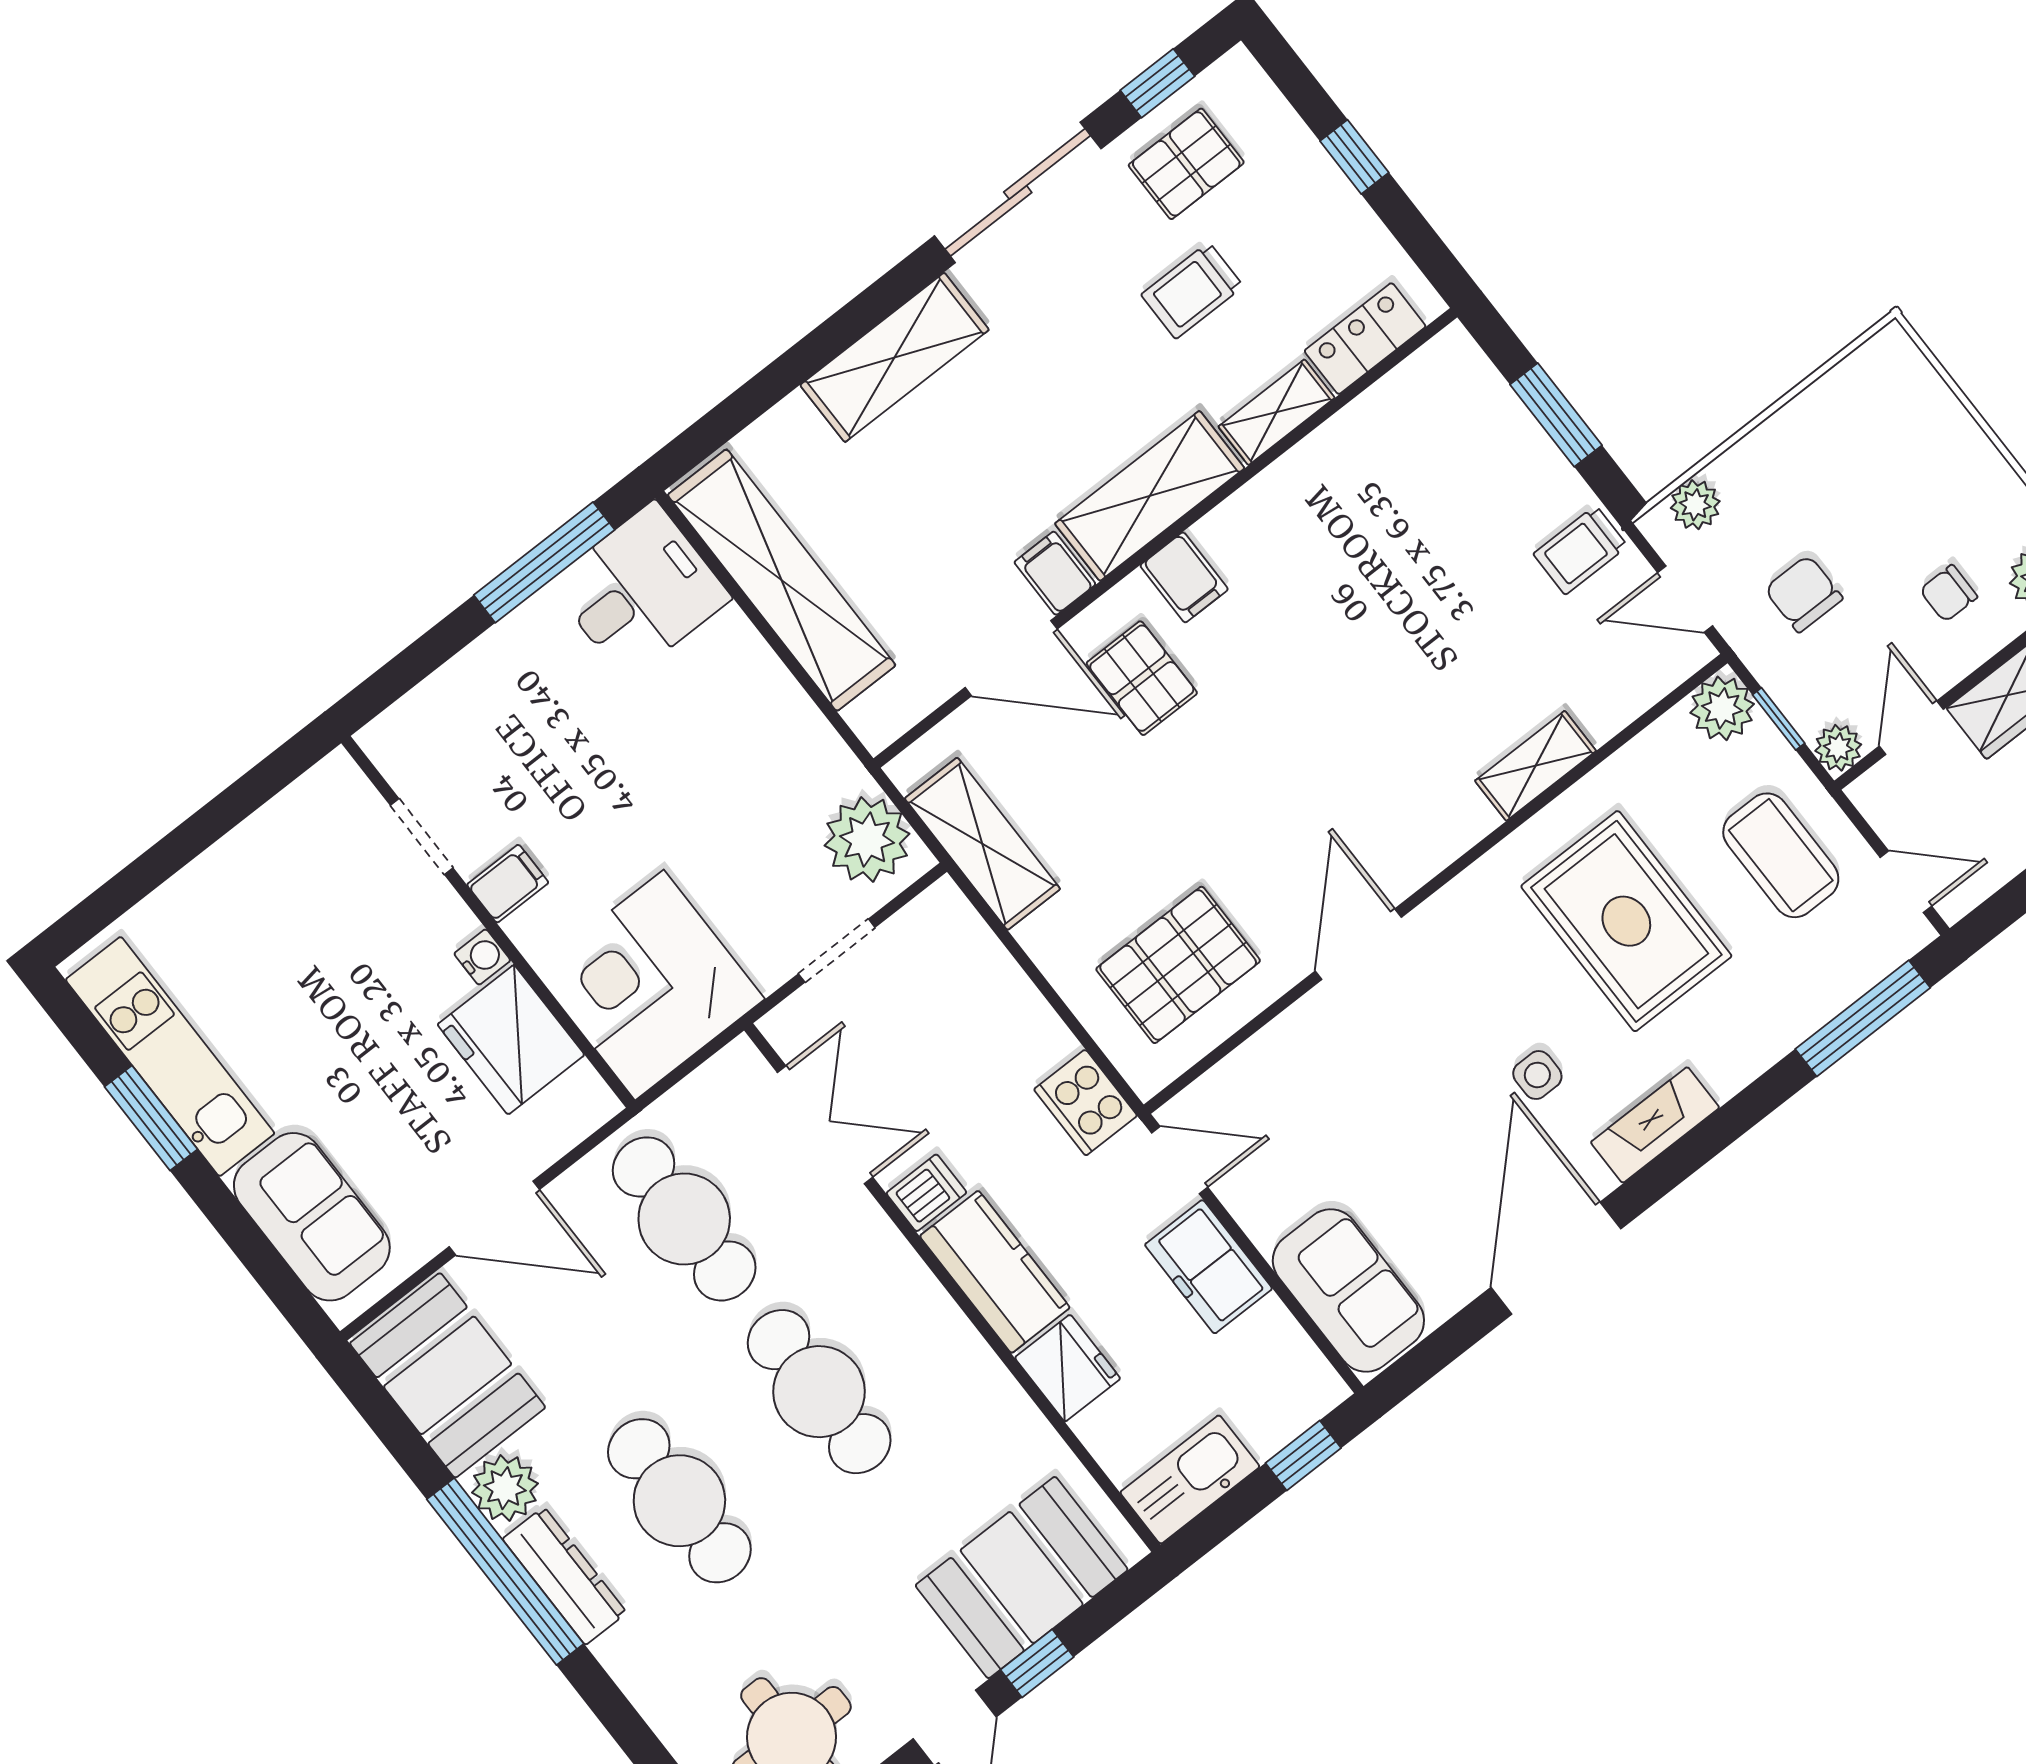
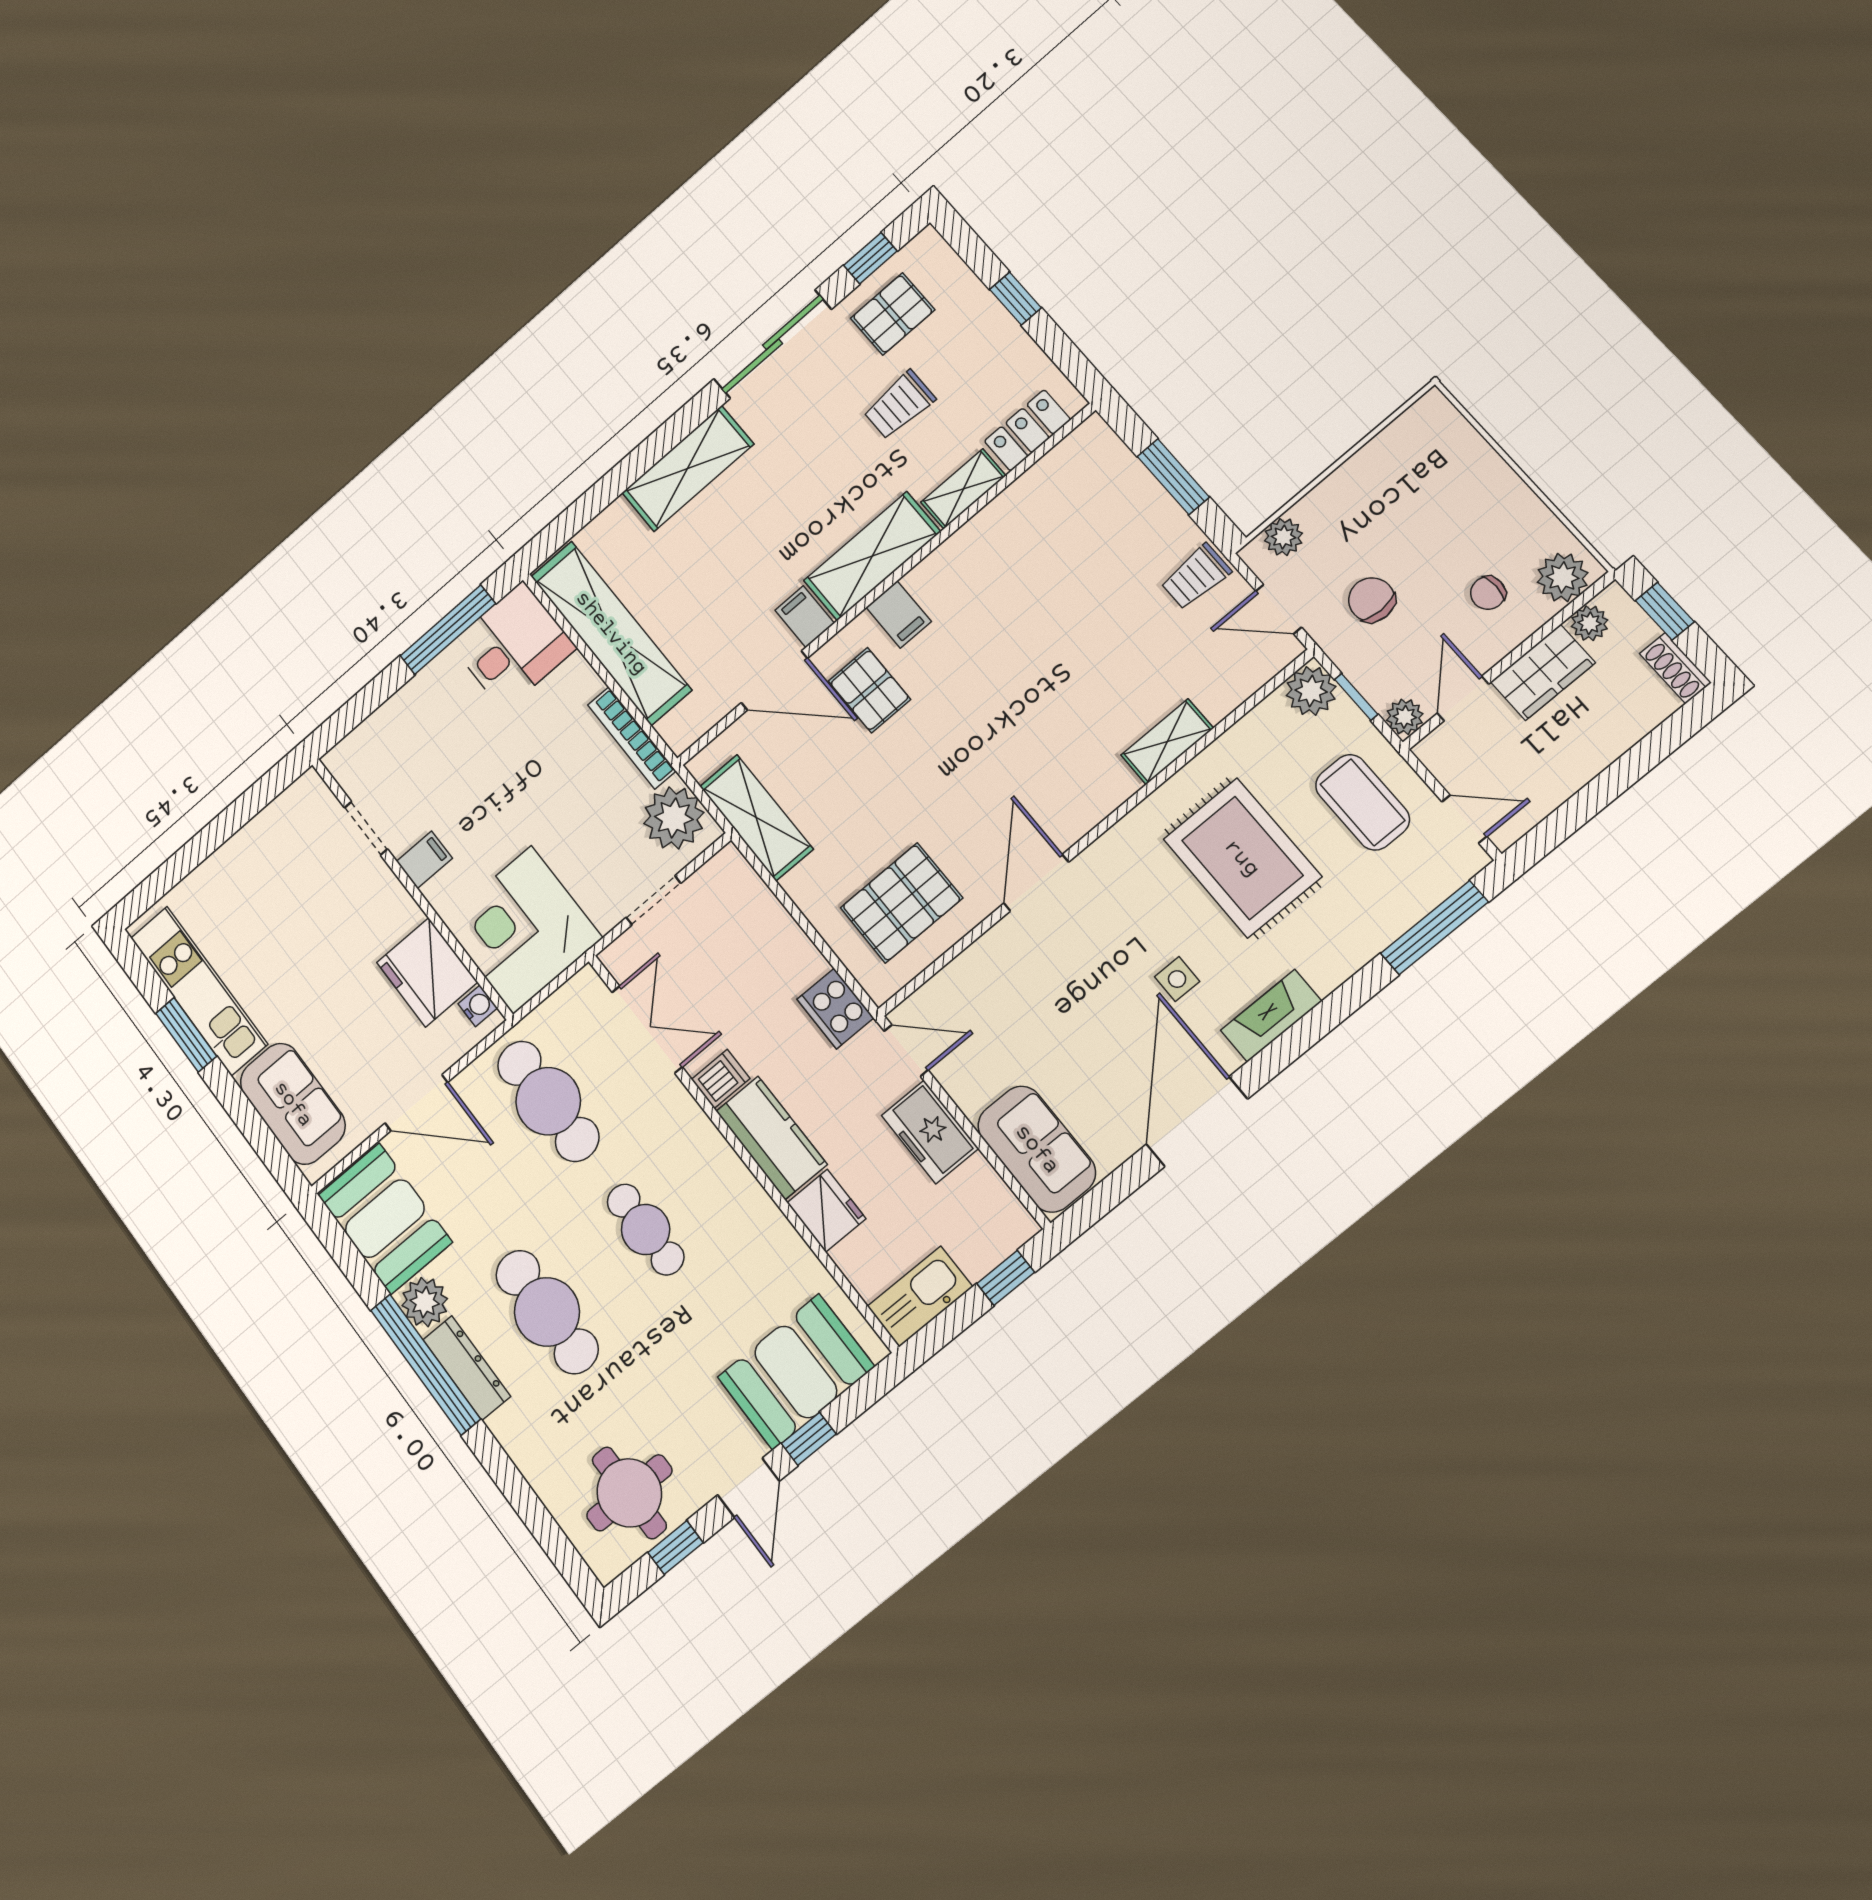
bookcase: (809, 727) -> (632, 738), added
water cooler: (482, 957) -> (478, 1006), moved
cafe table: (819, 1392) -> (646, 1230), width x0.73, depth x0.74

